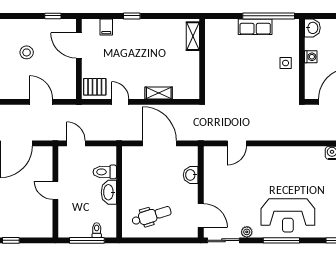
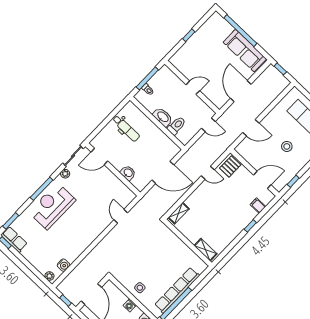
row of seats: (255, 27) -> (177, 290), width x2.02
shelving: (159, 93) -> (179, 213), moved
dental chair: (151, 216) -> (126, 128), turned -73

